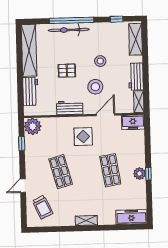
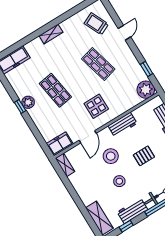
workbench: (136, 77) -> (132, 211), moved, turned -90

